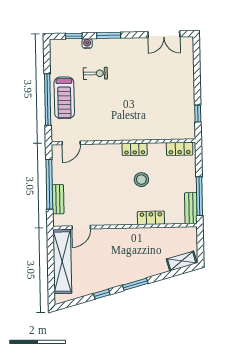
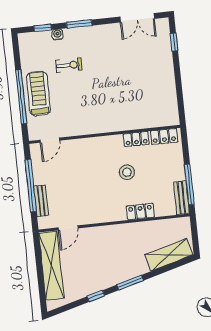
treadmill: (64, 98) -> (38, 94), turned 180
window: (198, 114) -> (174, 42), moved
locker: (135, 149) -> (136, 139), moved
shelving: (182, 261) -> (169, 255), width x1.50, depth x1.33

